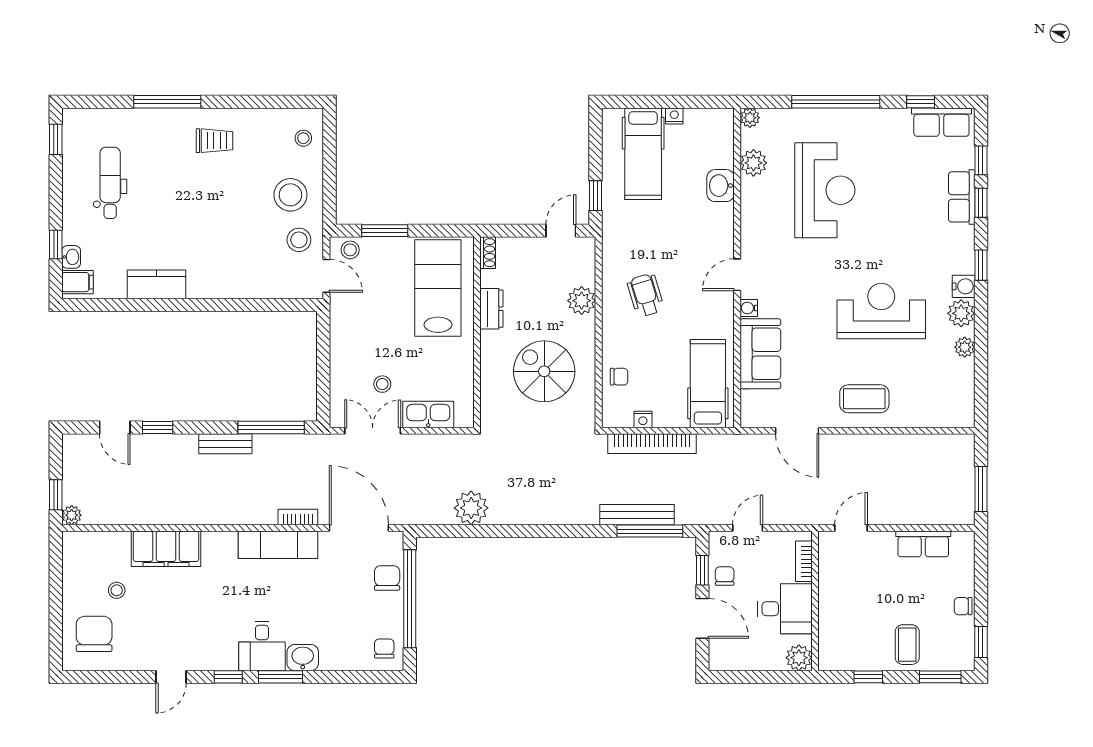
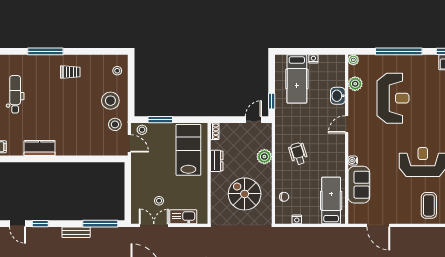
door: (737, 275) -> (347, 124), moved
coffee table: (864, 399) -> (429, 205), moved, turned 90
bookcase: (652, 444) -> (302, 232), removed

